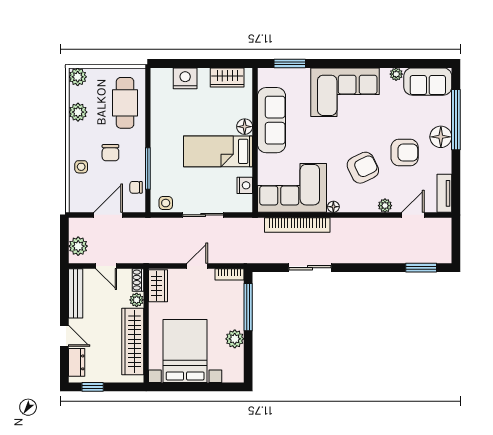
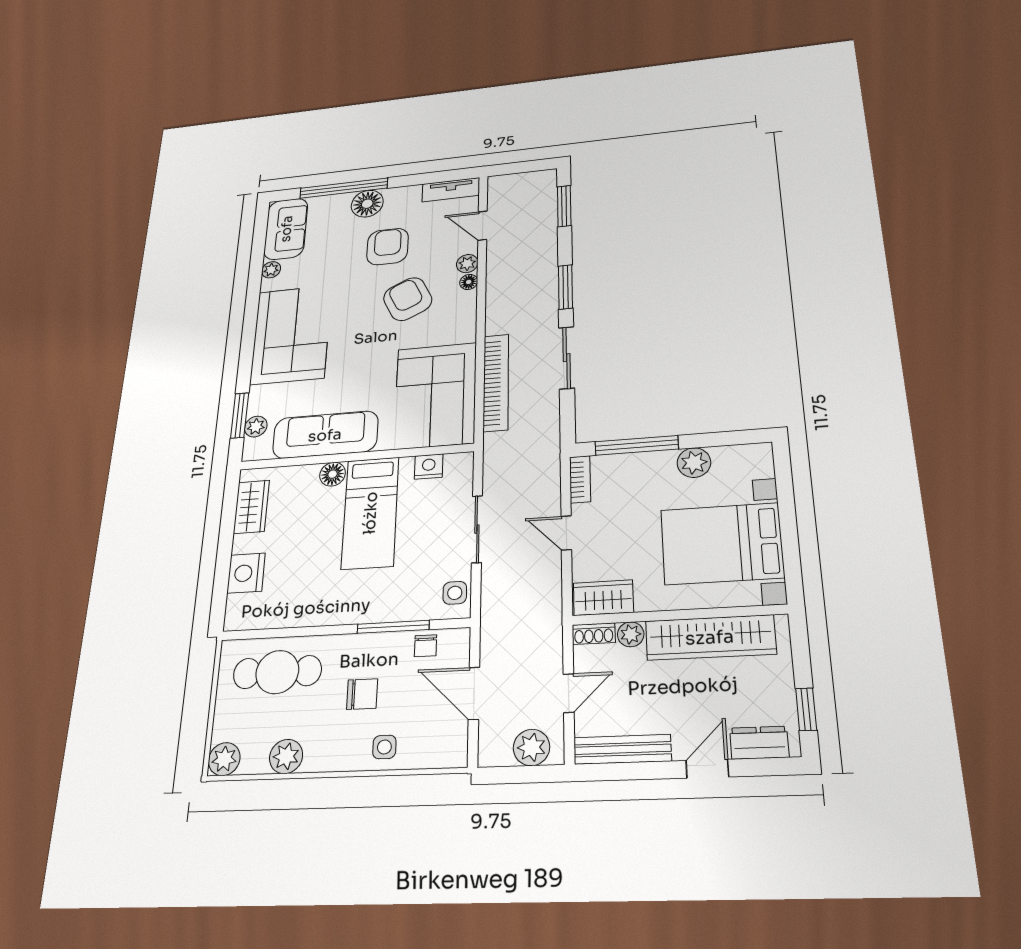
plant: (281, 75) -> (256, 427), added
floor lamp: (333, 207) -> (469, 282), moved
window: (360, 268) -> (565, 287), added

